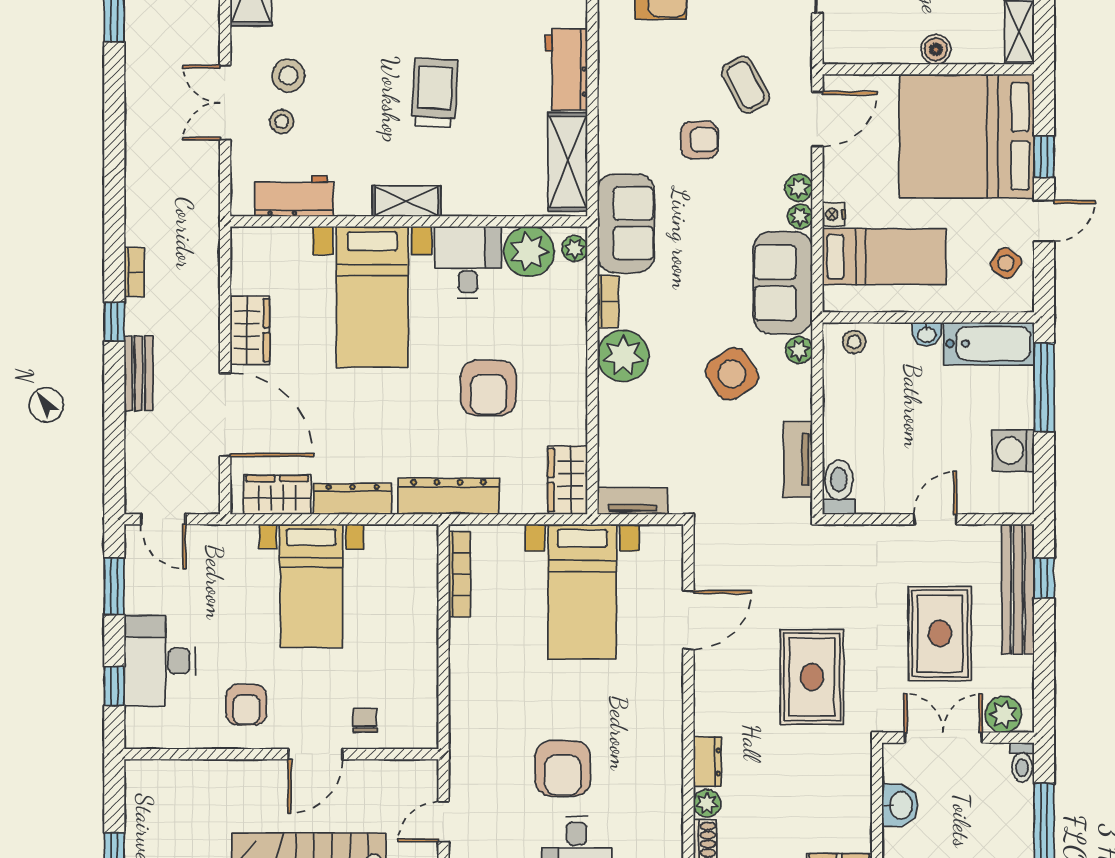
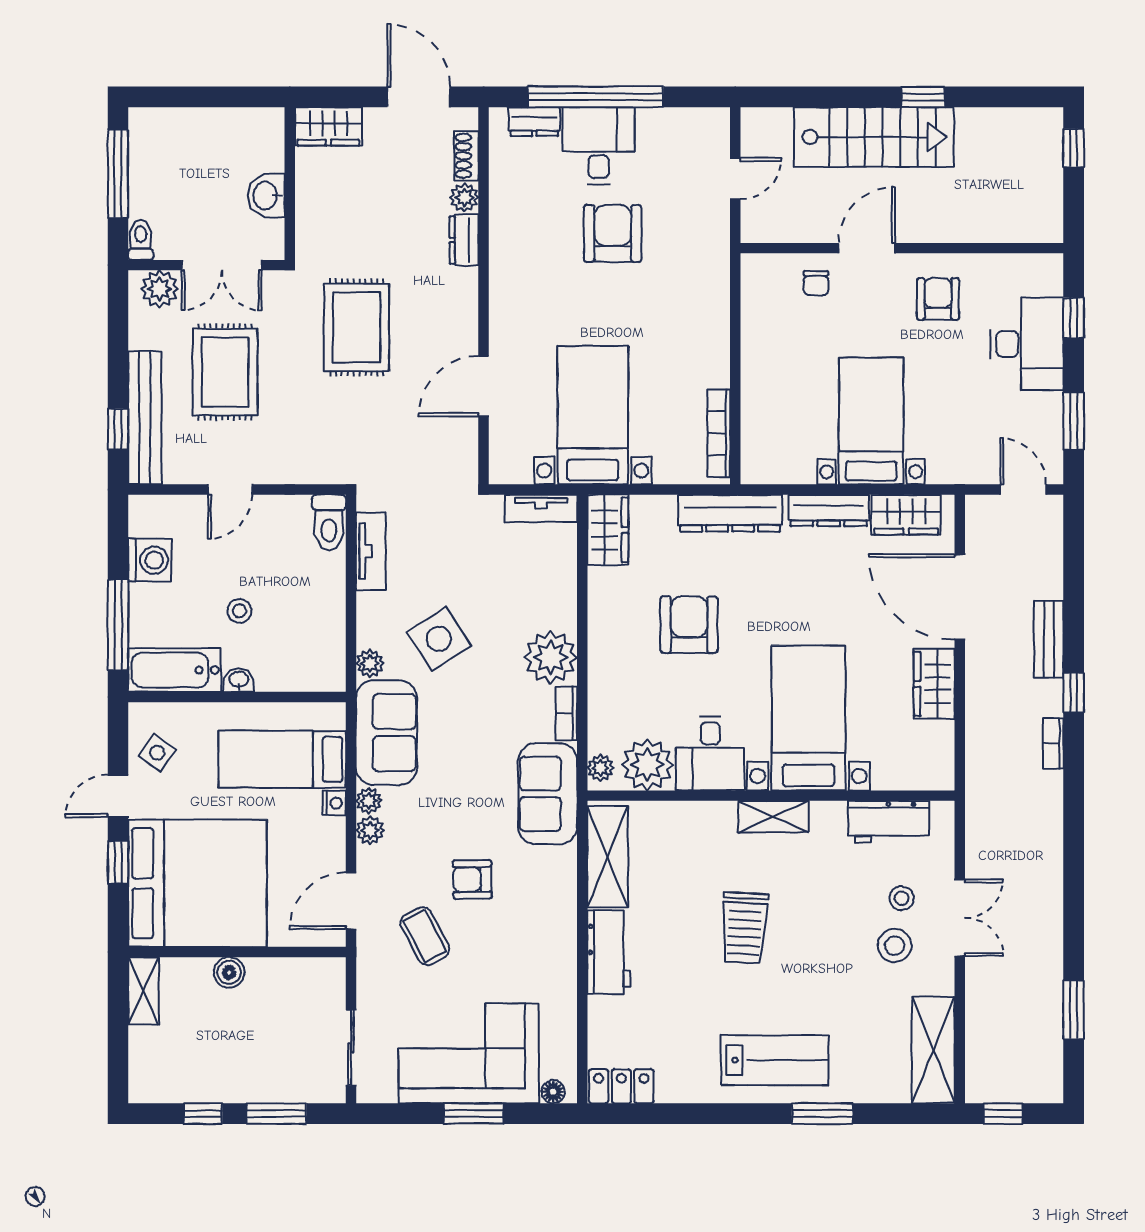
stool: (854, 342) -> (239, 611), moved

